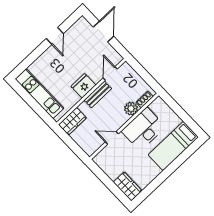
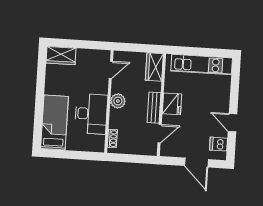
dishwasher: (77, 30) -> (218, 144), added
door: (110, 74) -> (160, 134), hinge flipped
plant: (131, 109) -> (118, 101), moved
door: (112, 138) -> (111, 70), moved

